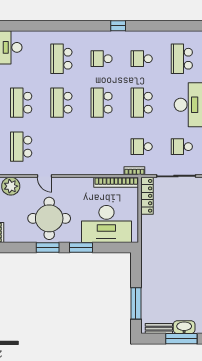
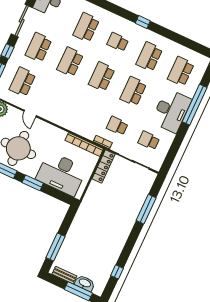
school desk: (142, 59) -> (149, 57), width x1.85

